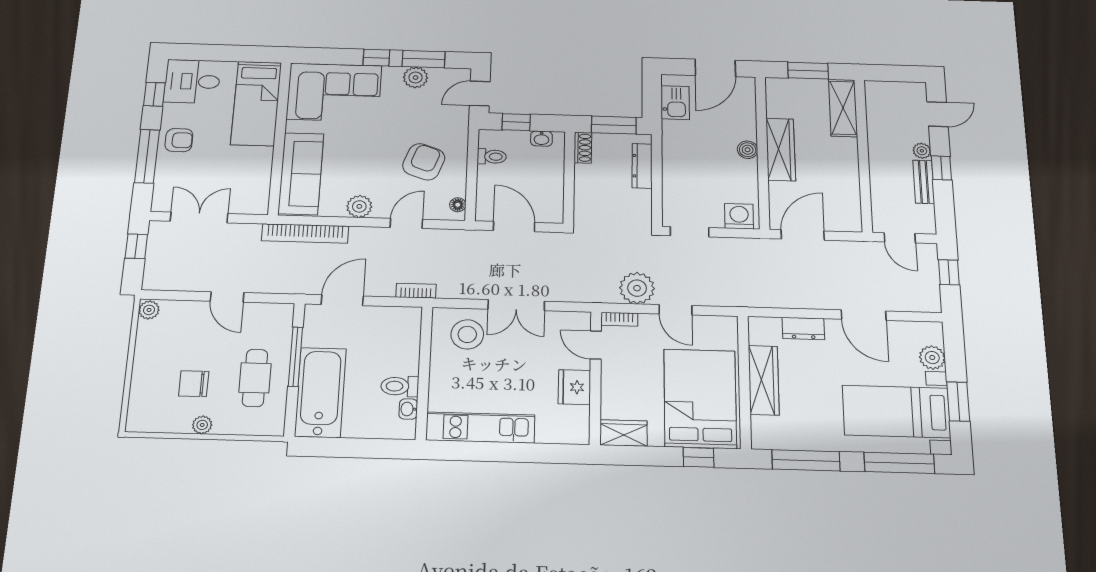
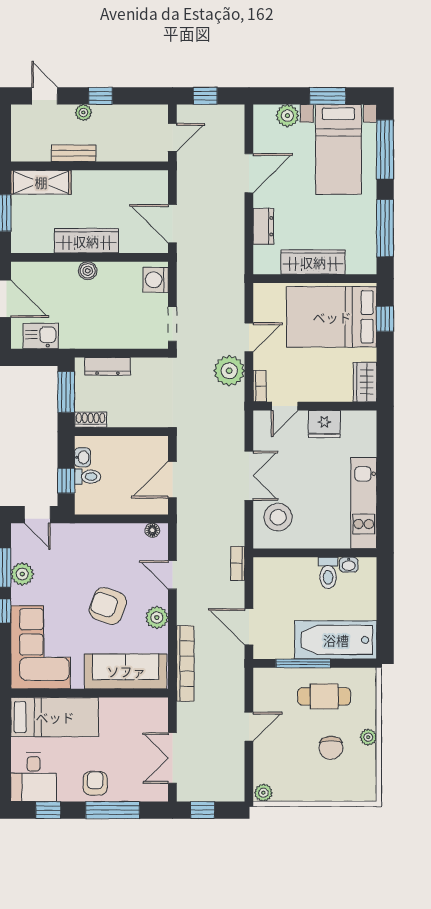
toilet: (492, 157) -> (88, 477), moved, turned 90
armchair: (424, 162) -> (108, 606), moved
bench: (924, 182) -> (74, 153), moved

